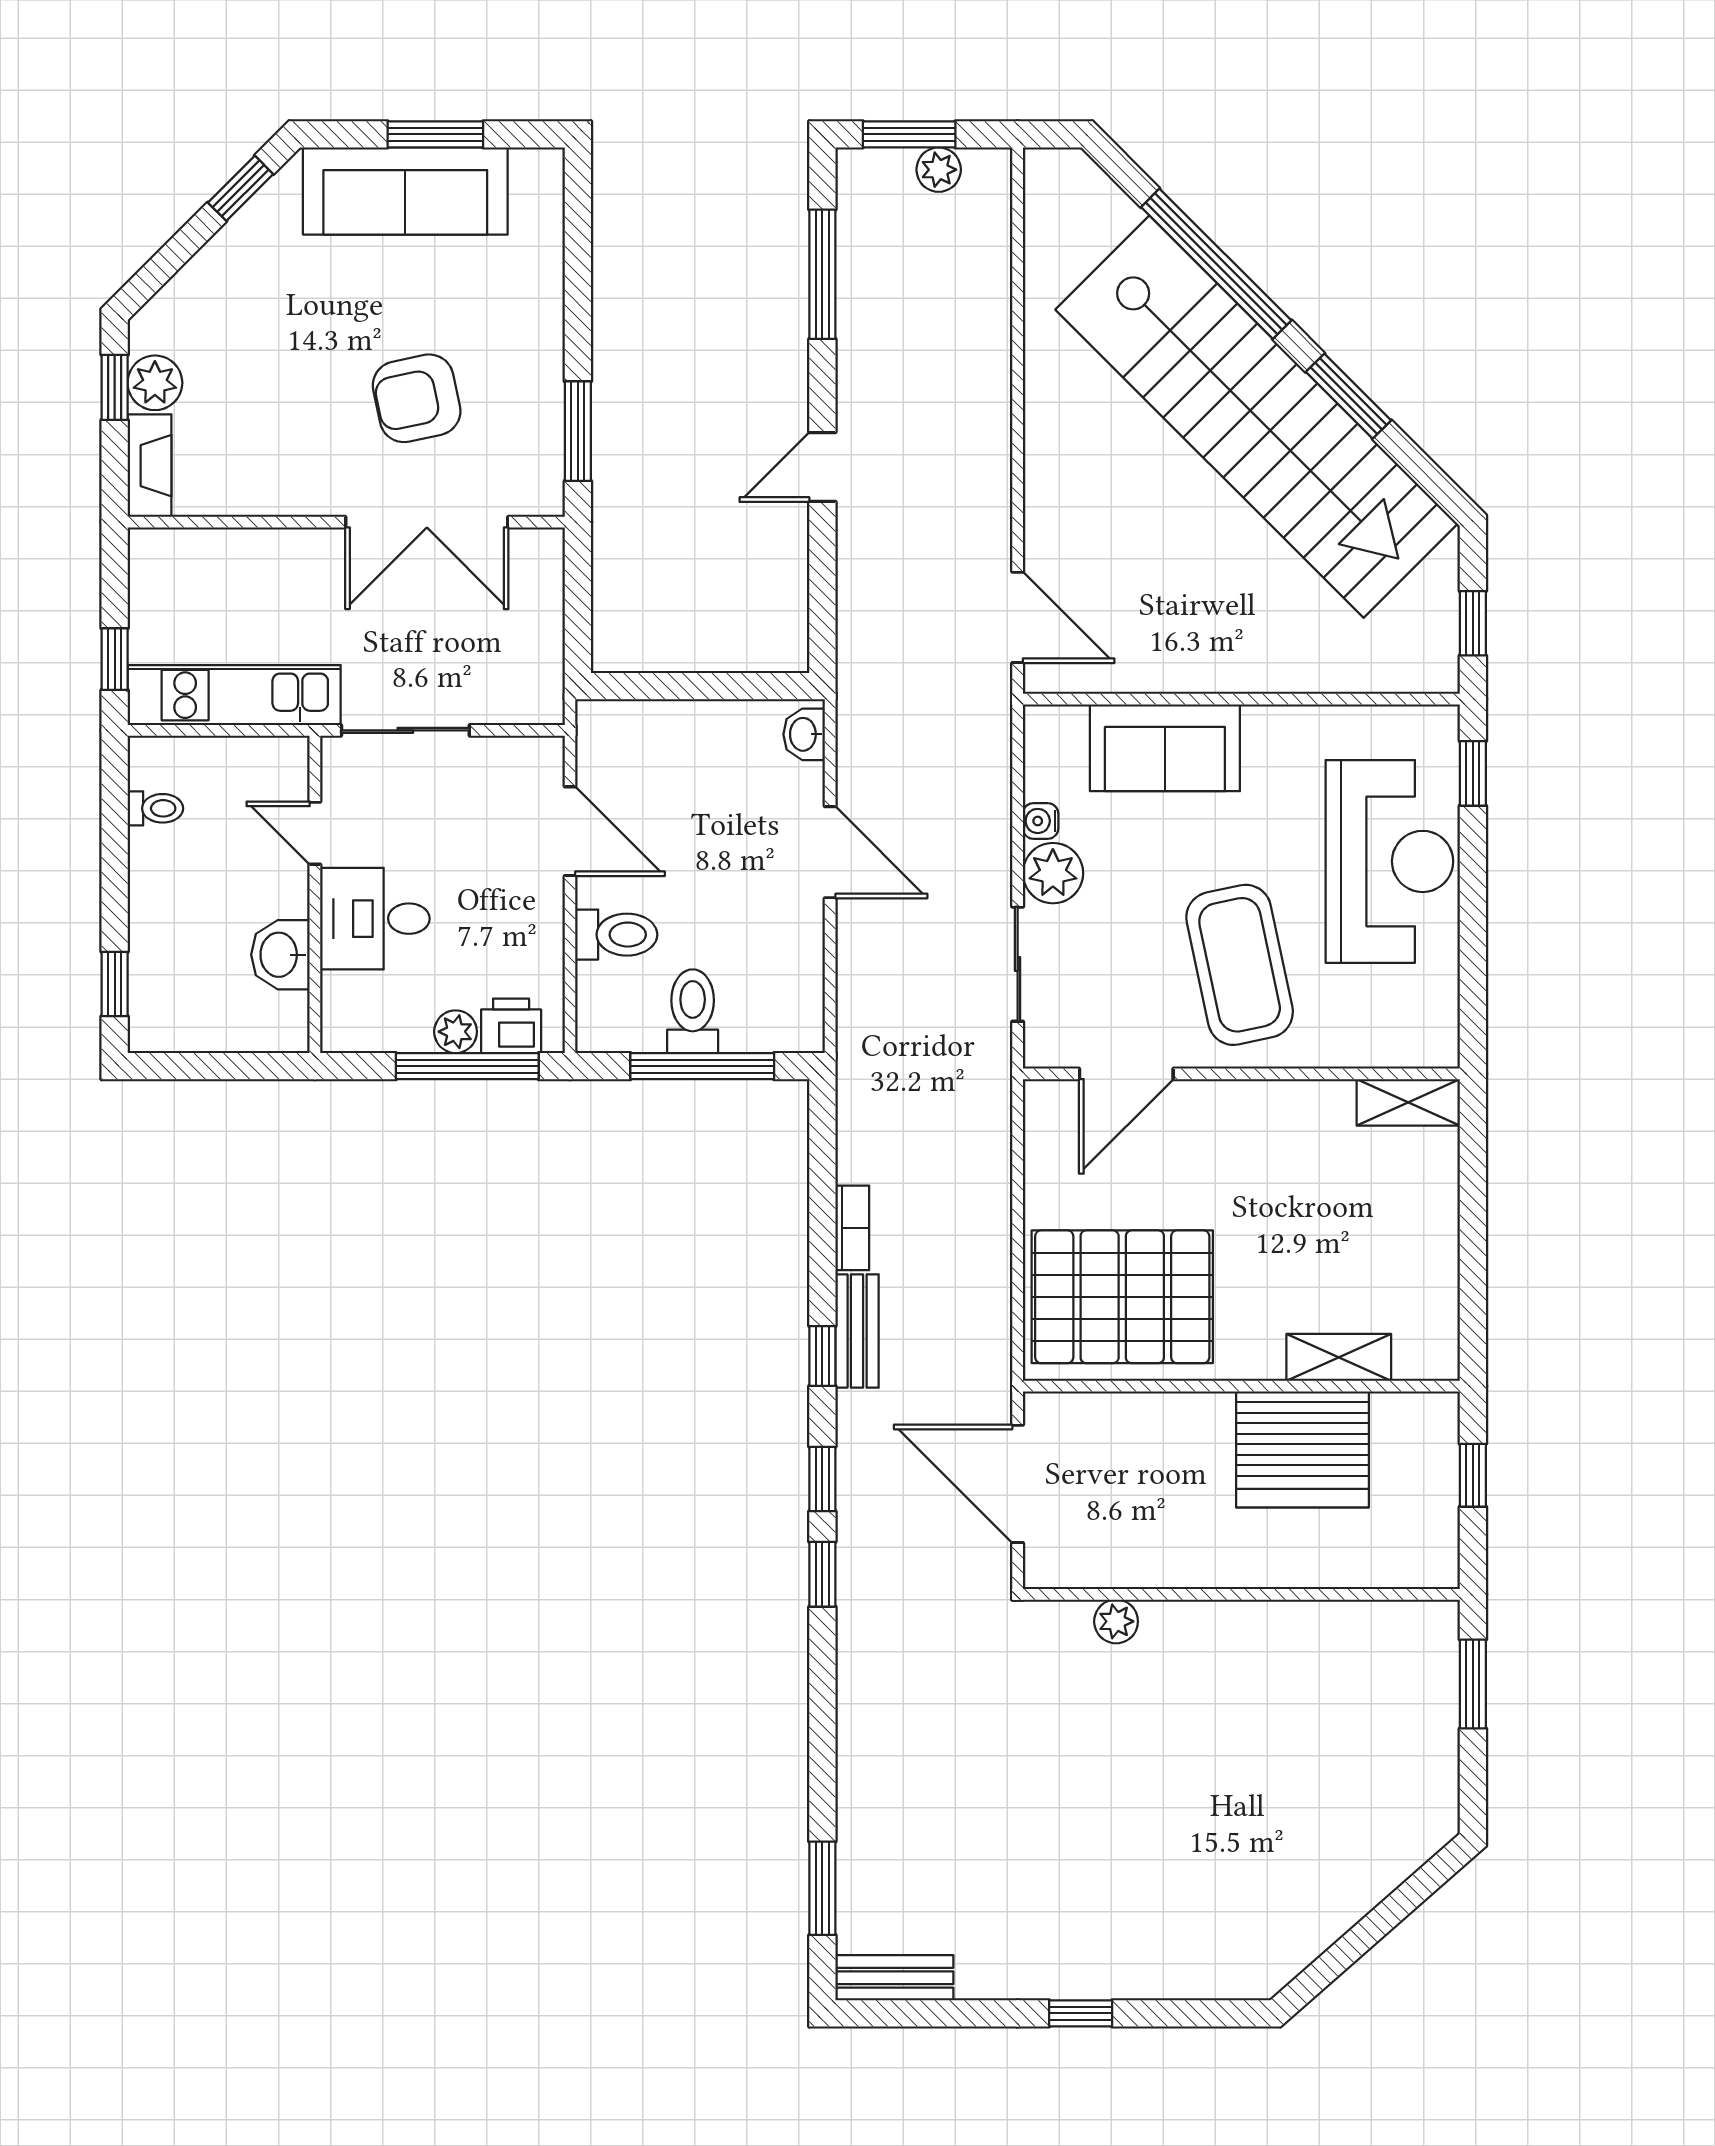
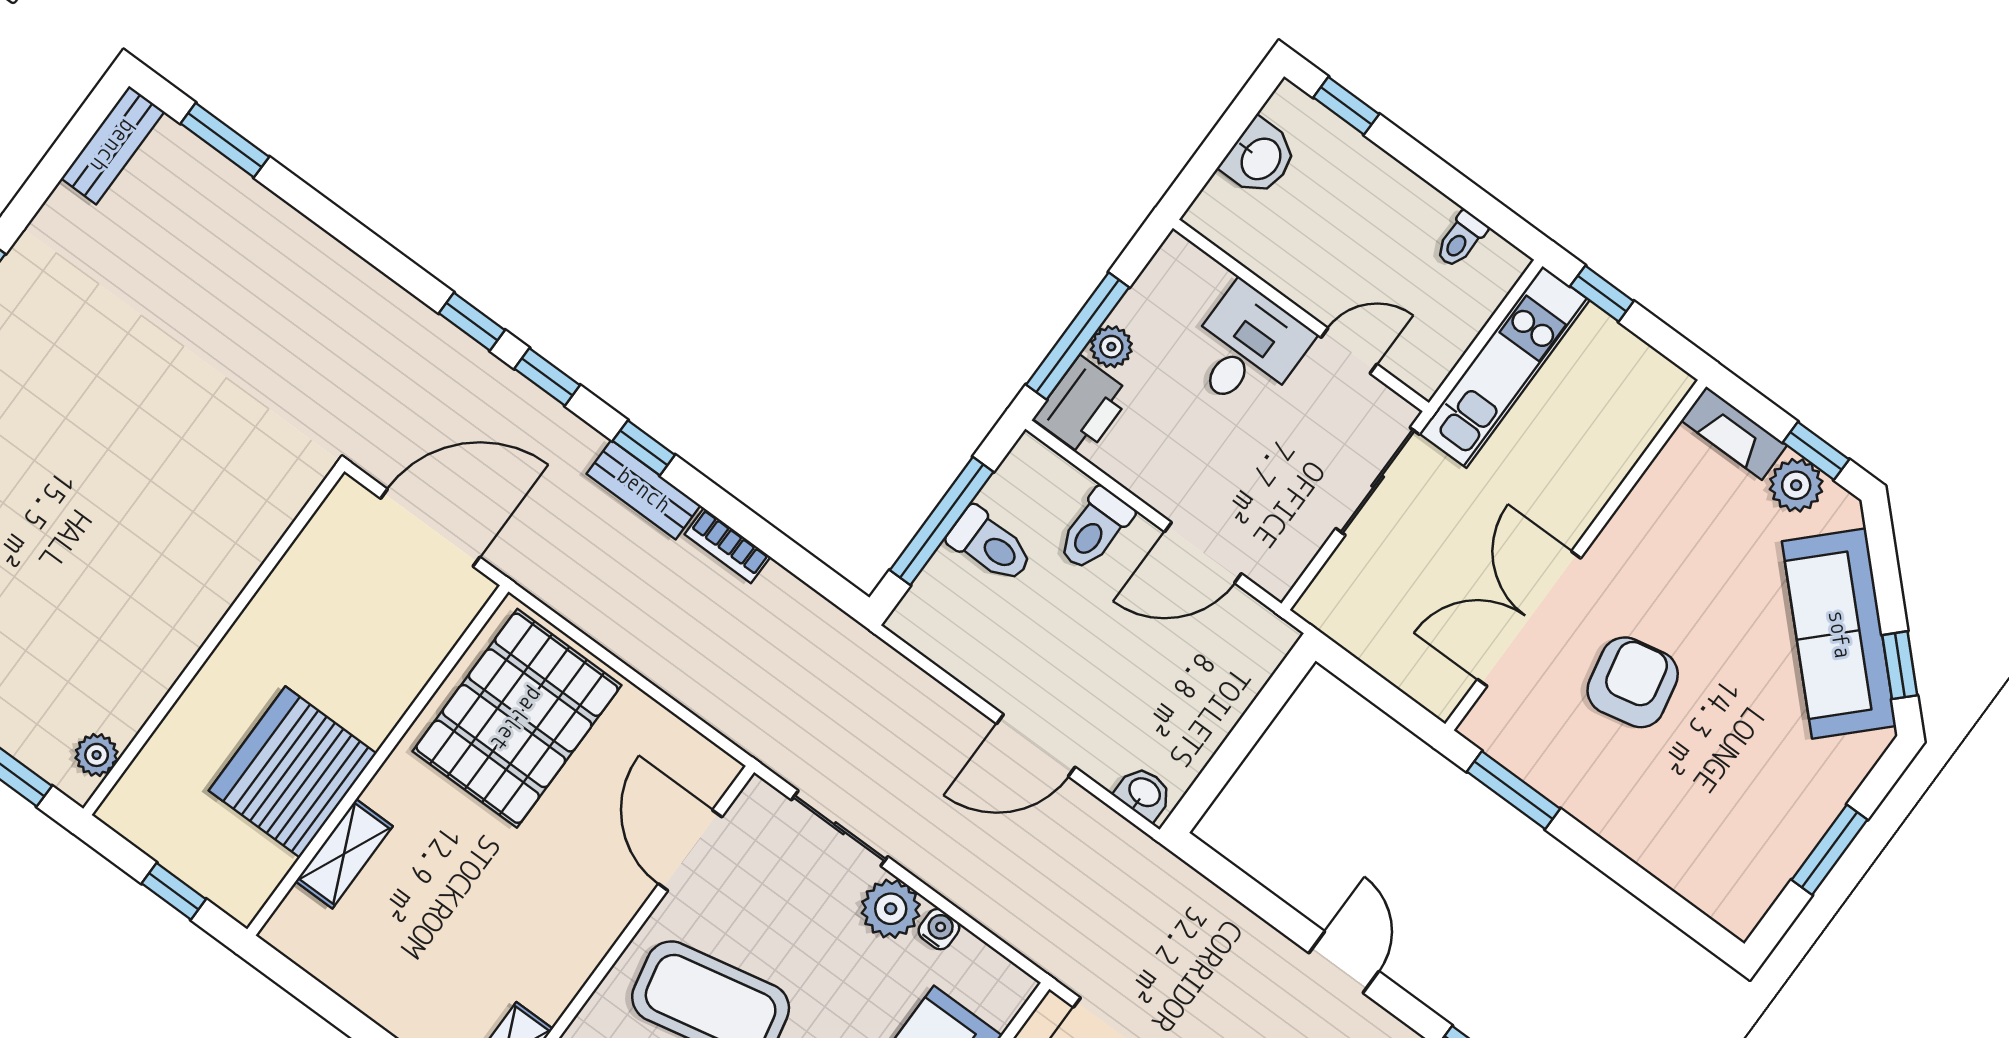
sofa: (405, 191) -> (1839, 634), moved, turned -45
washbasin: (280, 955) -> (1260, 158), moved, turned 90
printer: (511, 1026) -> (1083, 406), width x1.36, depth x1.24
plant: (1116, 1621) -> (97, 755), moved

